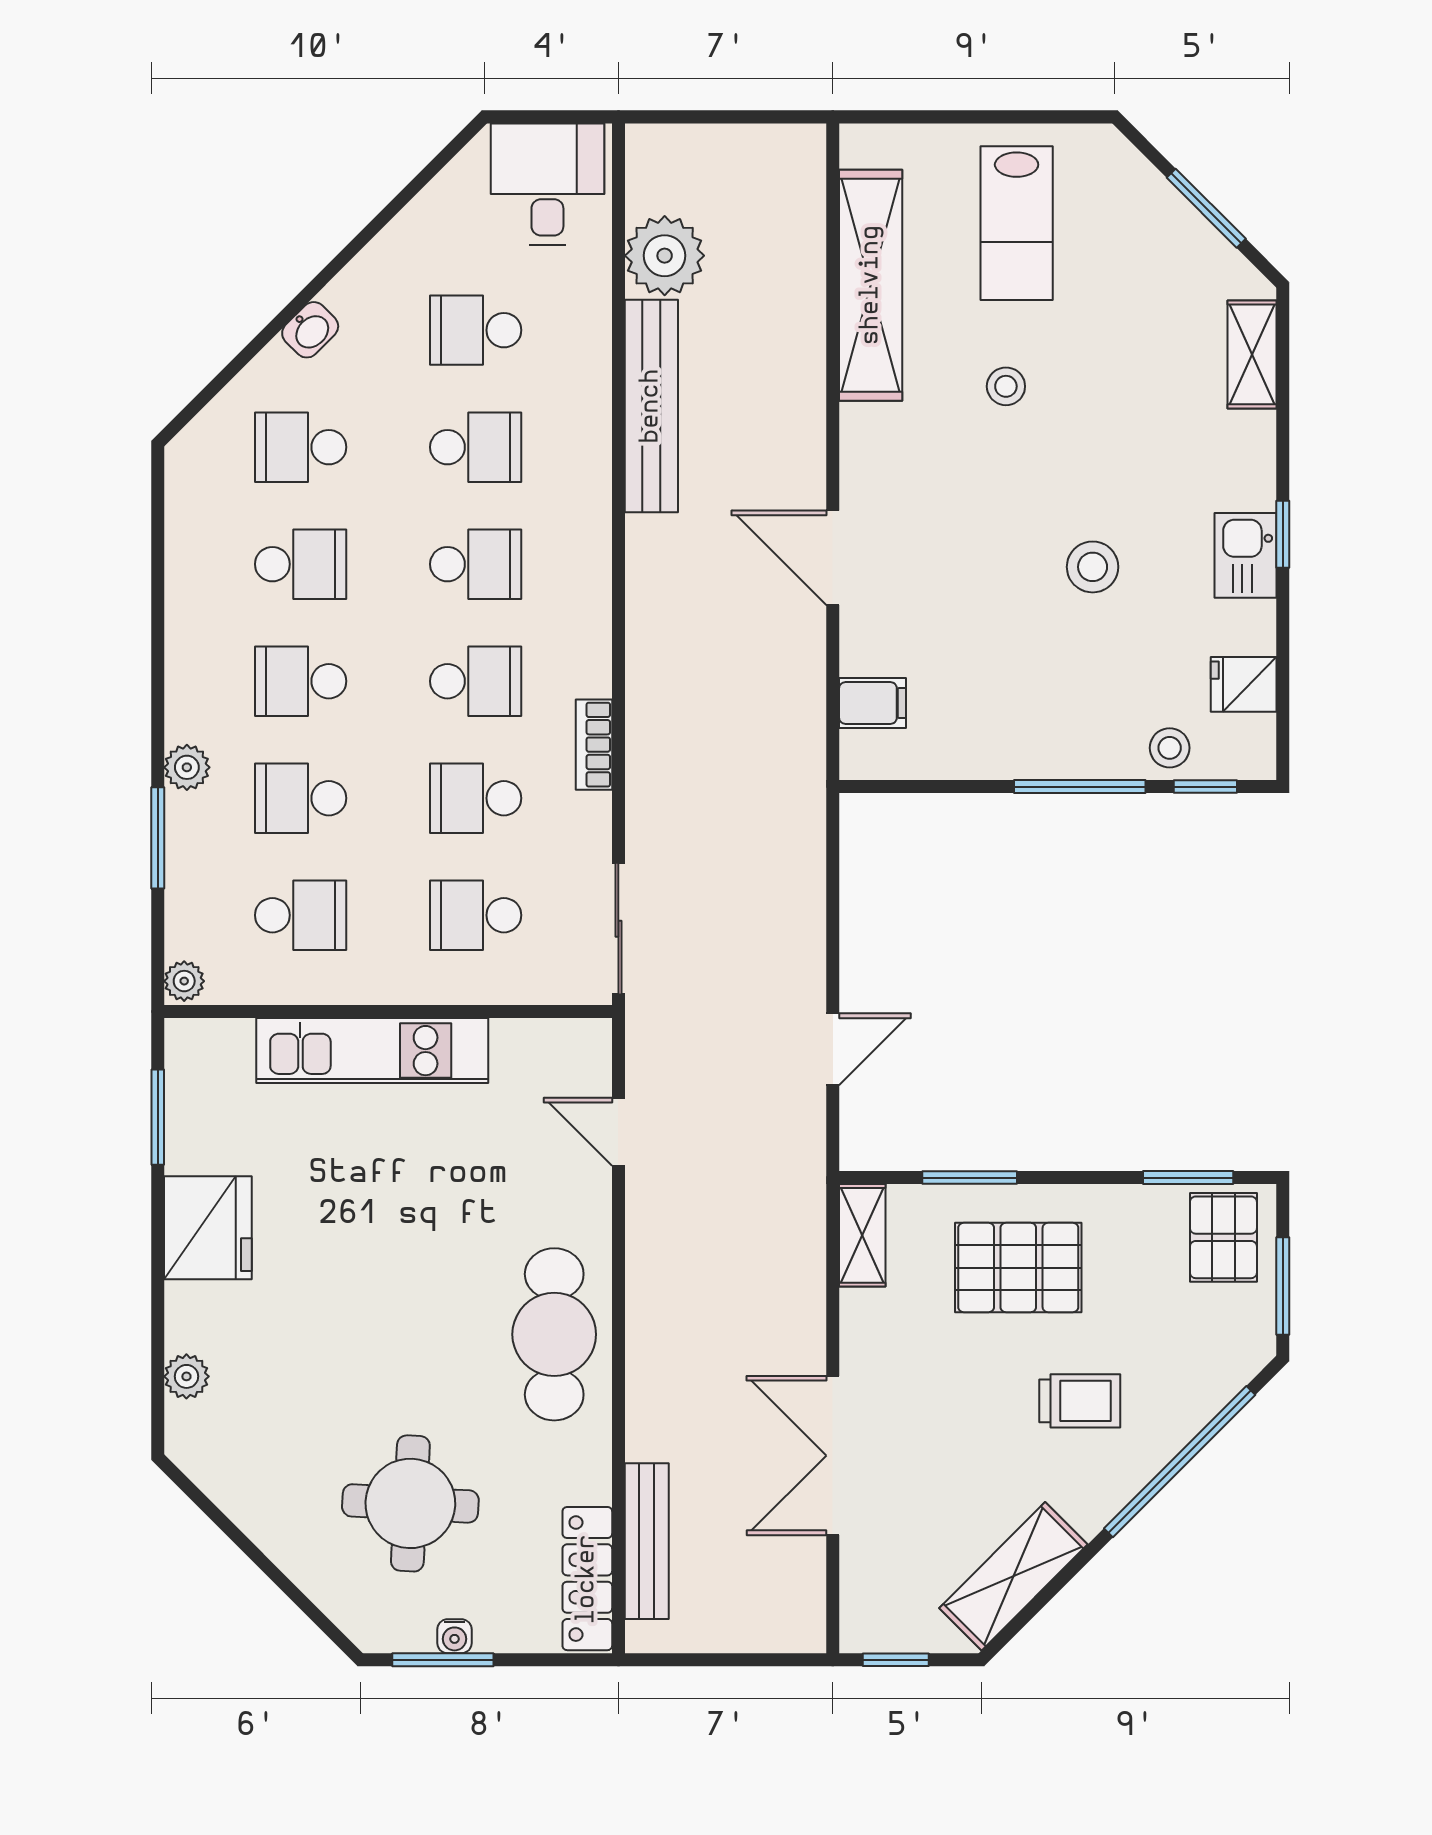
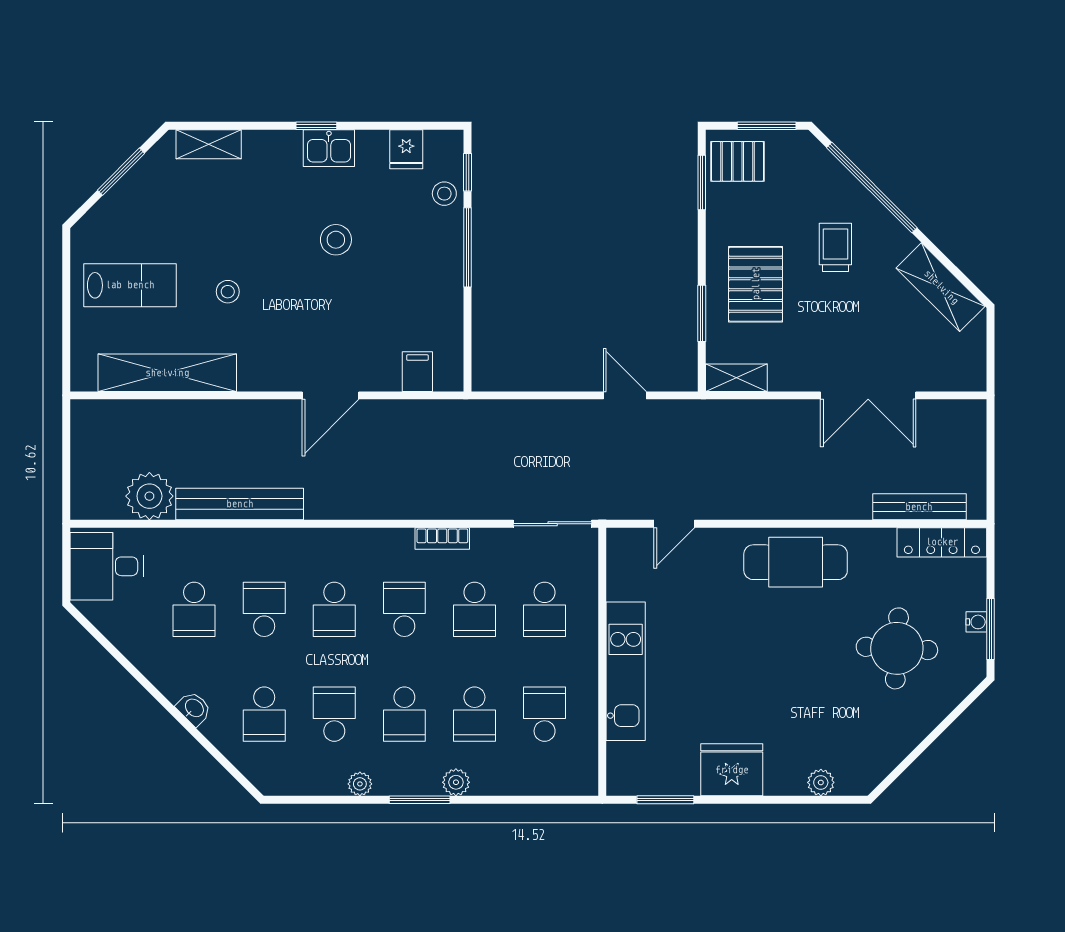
school desk: (476, 564) -> (334, 609), turned 180
window: (158, 838) -> (420, 800), moved
plant: (184, 981) -> (360, 784), moved
window: (896, 1660) -> (990, 358), removed

